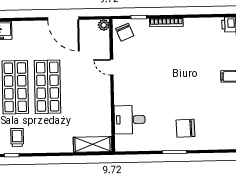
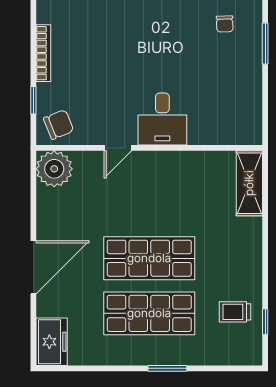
door: (63, 19) -> (33, 267), moved
plant: (104, 25) -> (54, 169), width x1.88, depth x1.88
desk: (130, 120) -> (162, 119), moved
chair: (186, 128) -> (225, 24), width x0.54, depth x0.54

